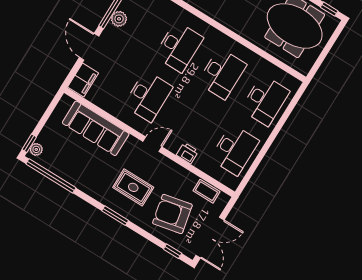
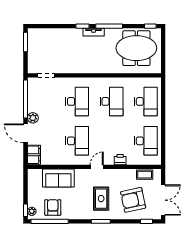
plant: (119, 19) -> (33, 118), moved
sofa: (96, 128) -> (58, 178), width x0.73
armchair: (66, 161) -> (53, 207), added
rug: (133, 187) -> (101, 199), turned 90

